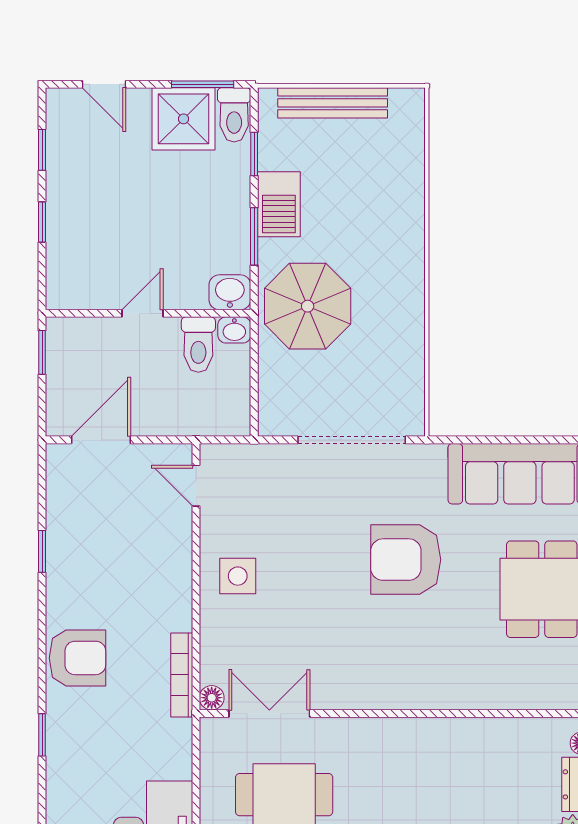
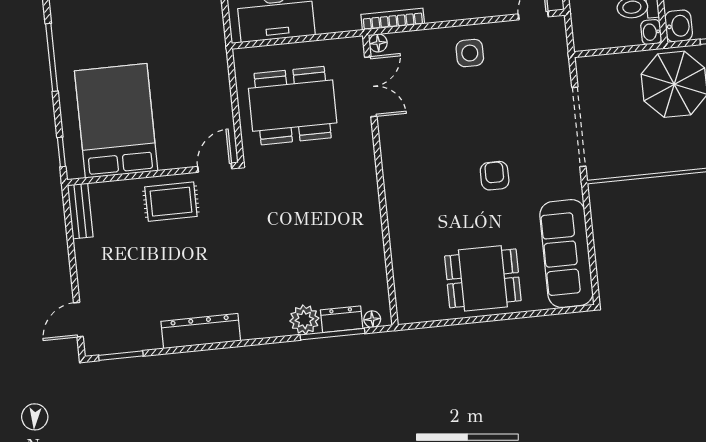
armchair: (406, 560) -> (495, 176), width x0.53, depth x0.53

